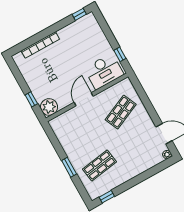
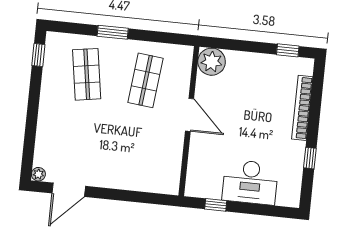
window: (79, 14) -> (310, 158), moved
desk: (104, 71) -> (250, 182), moved, turned -90
window: (31, 99) -> (288, 50), moved
shop shelf: (121, 112) -> (146, 80), moved, turned 30

